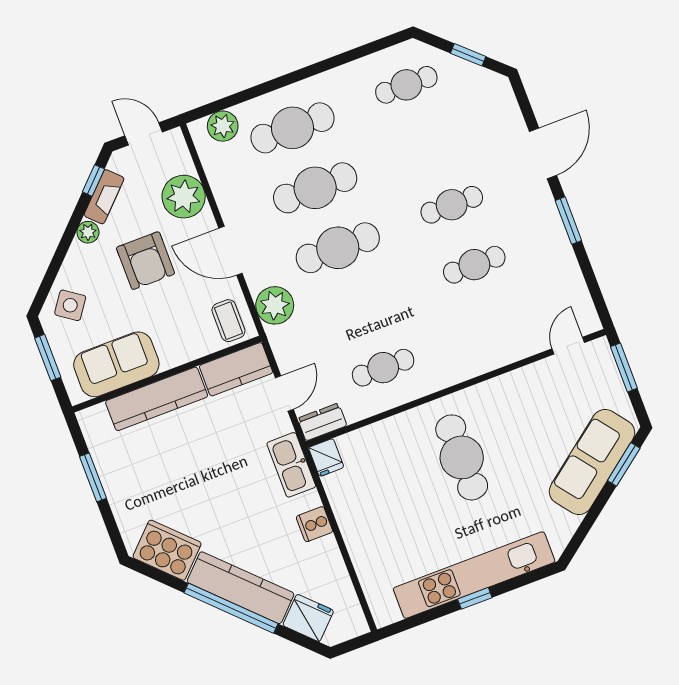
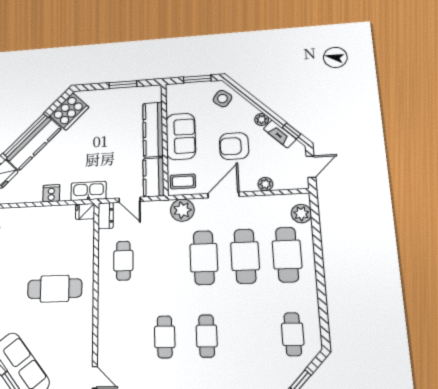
plant: (184, 197) -> (265, 184), width x0.53, depth x0.53
sofa: (116, 364) -> (181, 136), moved

